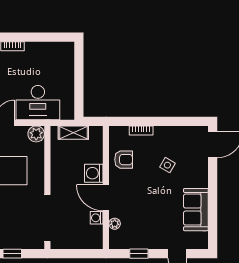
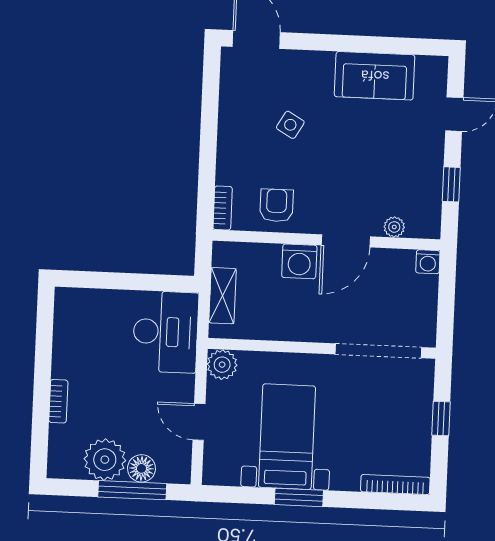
desk: (38, 103) -> (166, 332), moved
bookcase: (141, 131) -> (223, 208), moved
washing machine: (97, 218) -> (428, 262), moved

